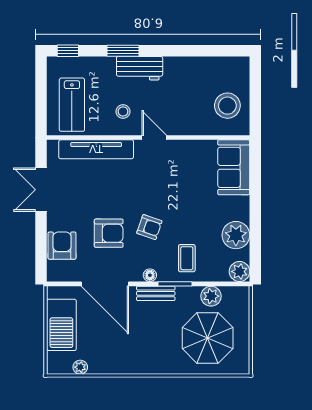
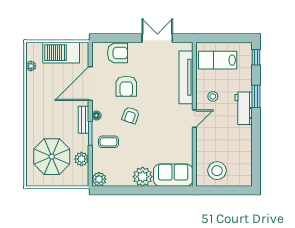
plant: (236, 235) -> (143, 177), moved

